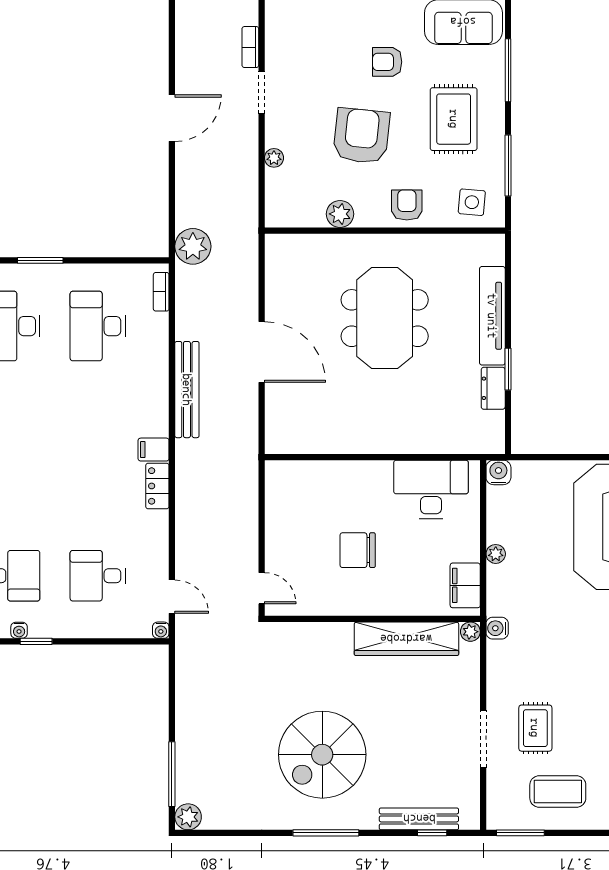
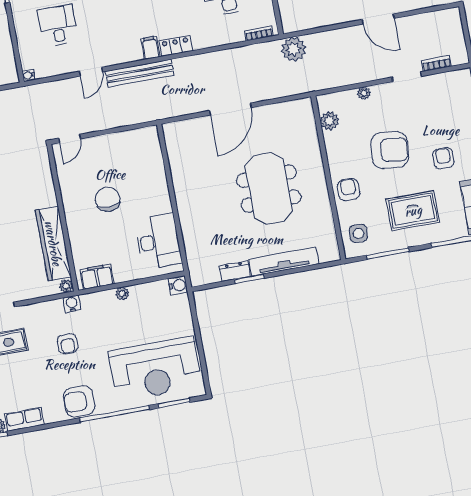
armchair: (407, 205) -> (348, 190), turned -90
plant: (340, 214) -> (329, 121), moved
meeting table: (385, 318) -> (269, 189), turned 90
bench: (187, 390) -> (140, 73), moved
locker: (157, 486) -> (176, 46), moved
door: (172, 597) -> (91, 72), moved
armchair: (553, 645) -> (68, 344), added

